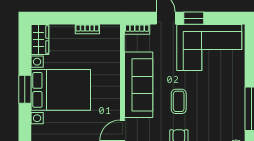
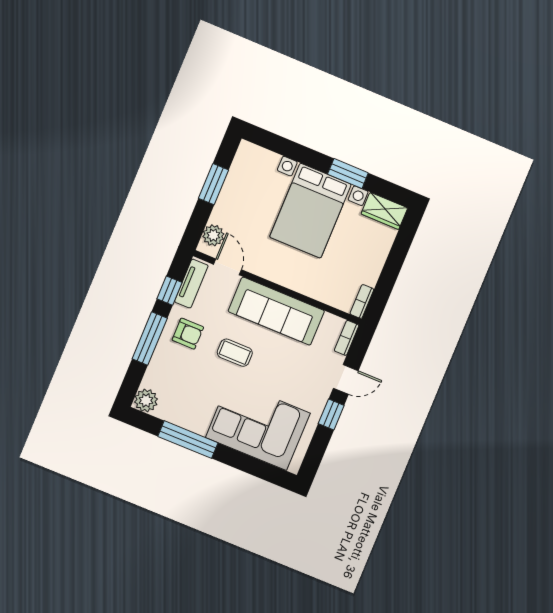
bookcase: (87, 29) -> (362, 302), moved
corner sofa: (209, 47) -> (258, 425), moved, turned 90
window: (25, 89) -> (348, 174), moved

